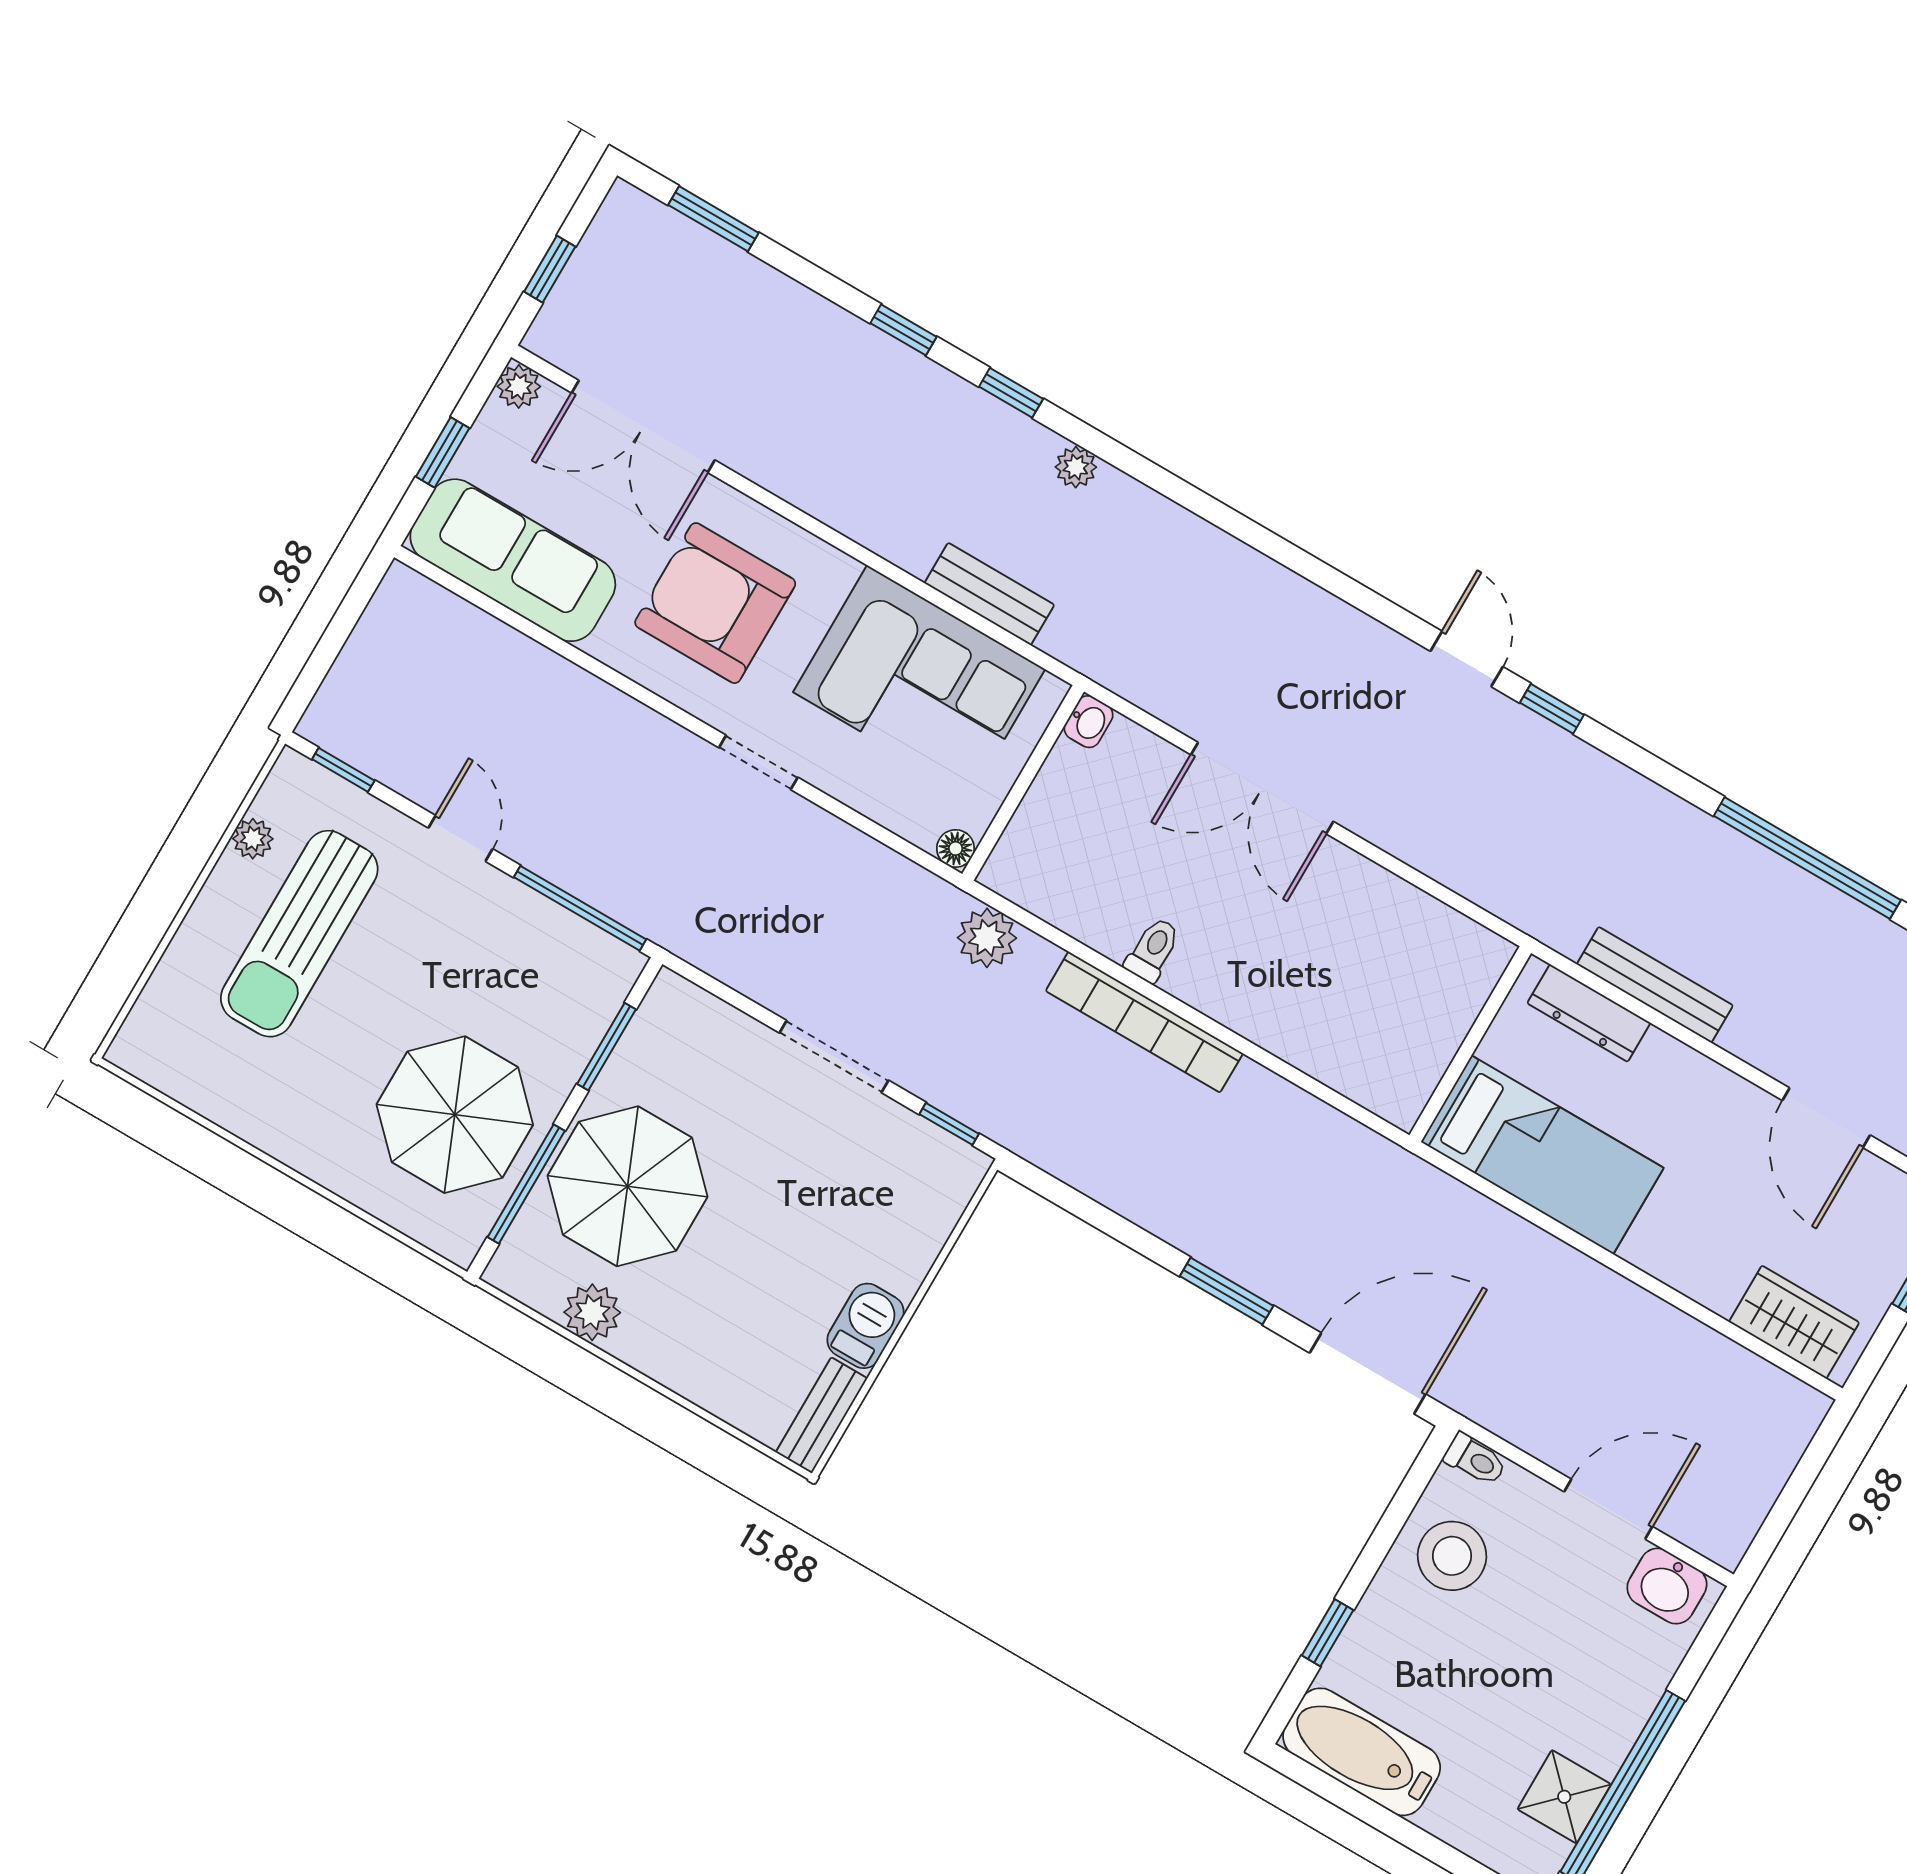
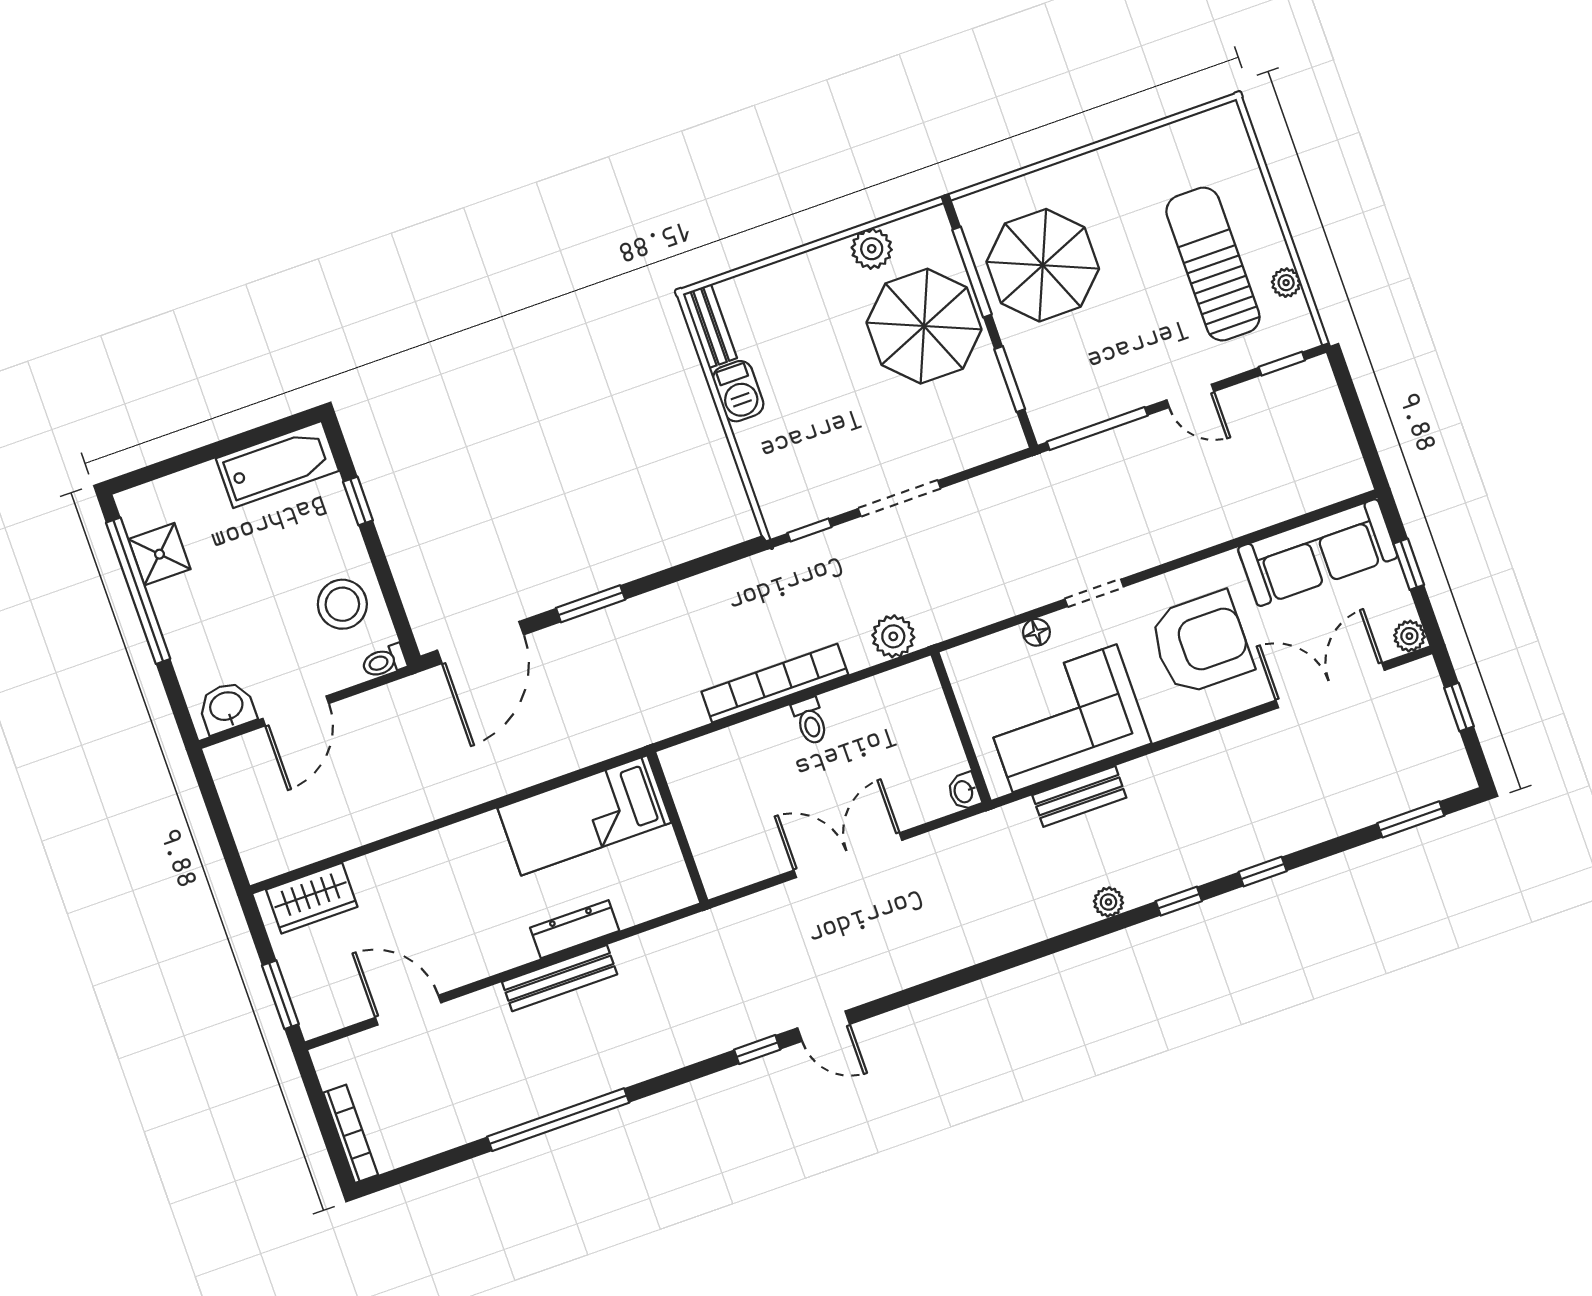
floor lamp: (956, 848) -> (1036, 632), moved
wall: (1470, 1044) -> (678, 827), moved
bed: (1542, 1155) -> (584, 815), moved

